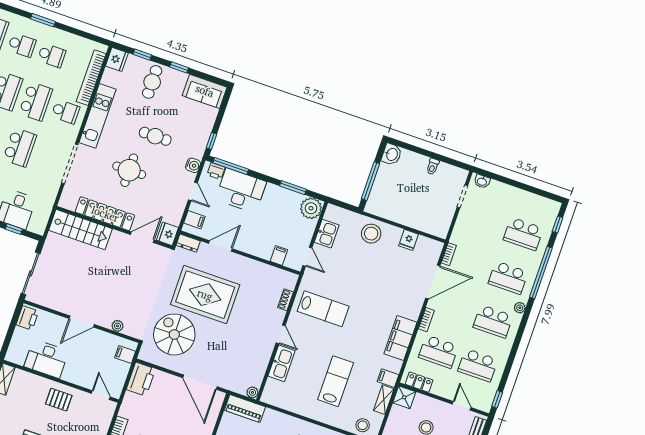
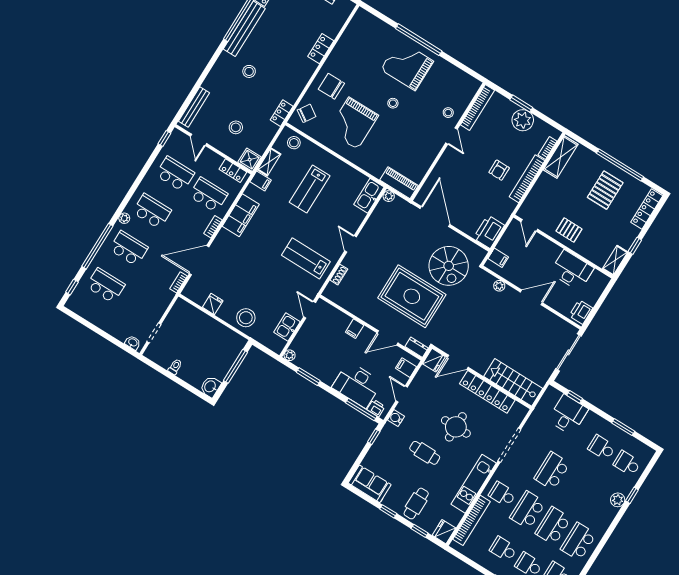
plant: (311, 208) -> (290, 355), width x0.53, depth x0.53
filing cabinet: (279, 255) -> (355, 329), moved
kitchen sink: (281, 363) -> (369, 196), moved

